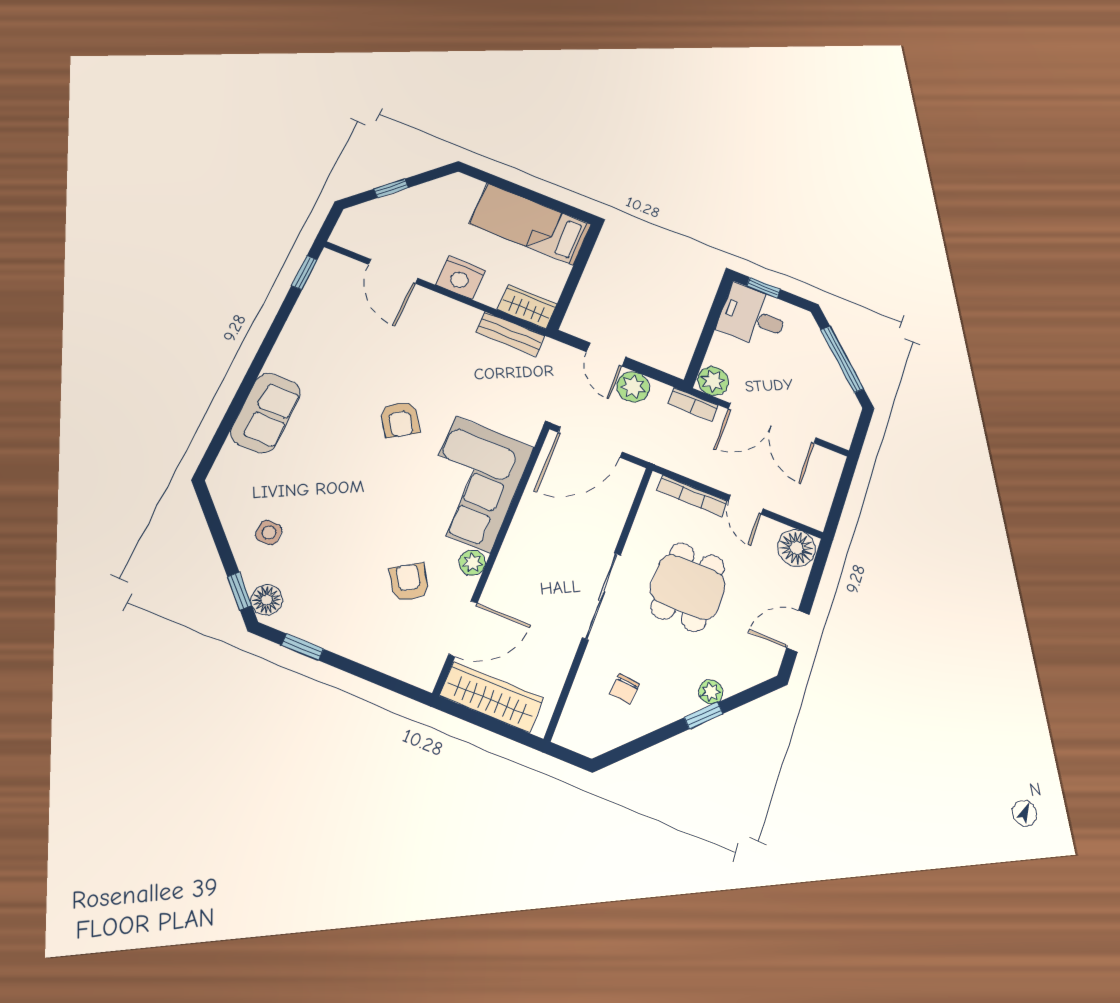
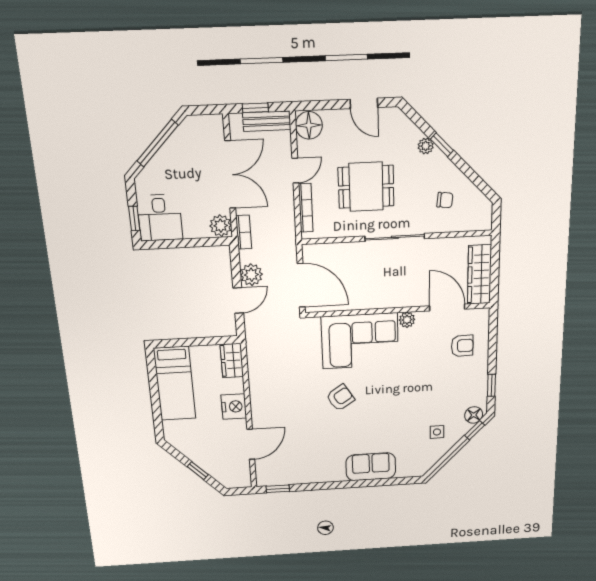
bench: (510, 334) -> (267, 121), moved, turned 90
window: (842, 492) -> (255, 108), added
armchair: (409, 582) -> (462, 346), moved, turned -149

